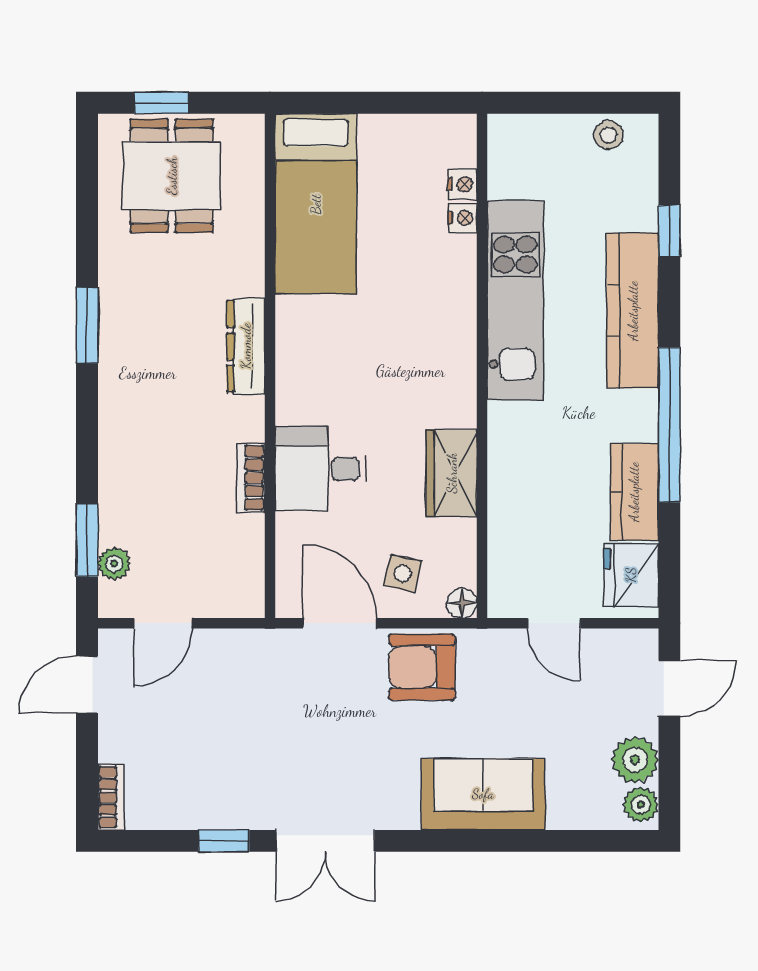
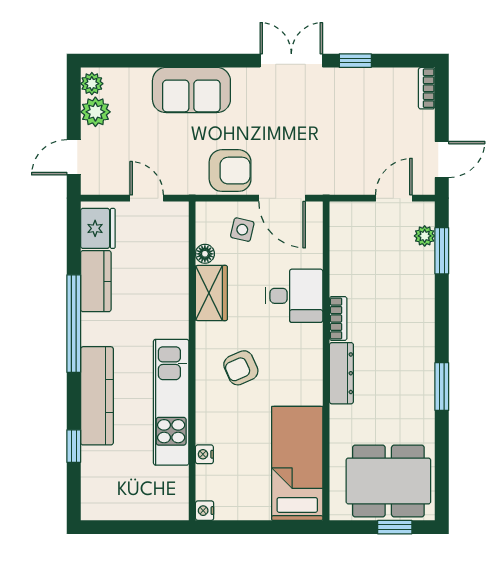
stool: (609, 135) -> (112, 507), removed
dining table: (172, 176) -> (388, 481), width x1.38
nightstand: (462, 184) -> (205, 511), moved
armchair: (405, 355) -> (241, 368), added
bookcase: (251, 478) -> (338, 318), moved
floor lamp: (462, 603) -> (205, 254), moved

